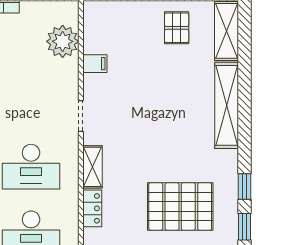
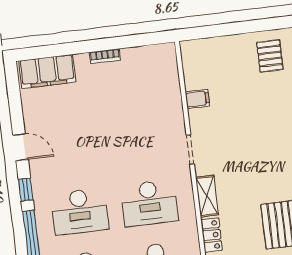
plant: (63, 41) -> (165, 82), removed

